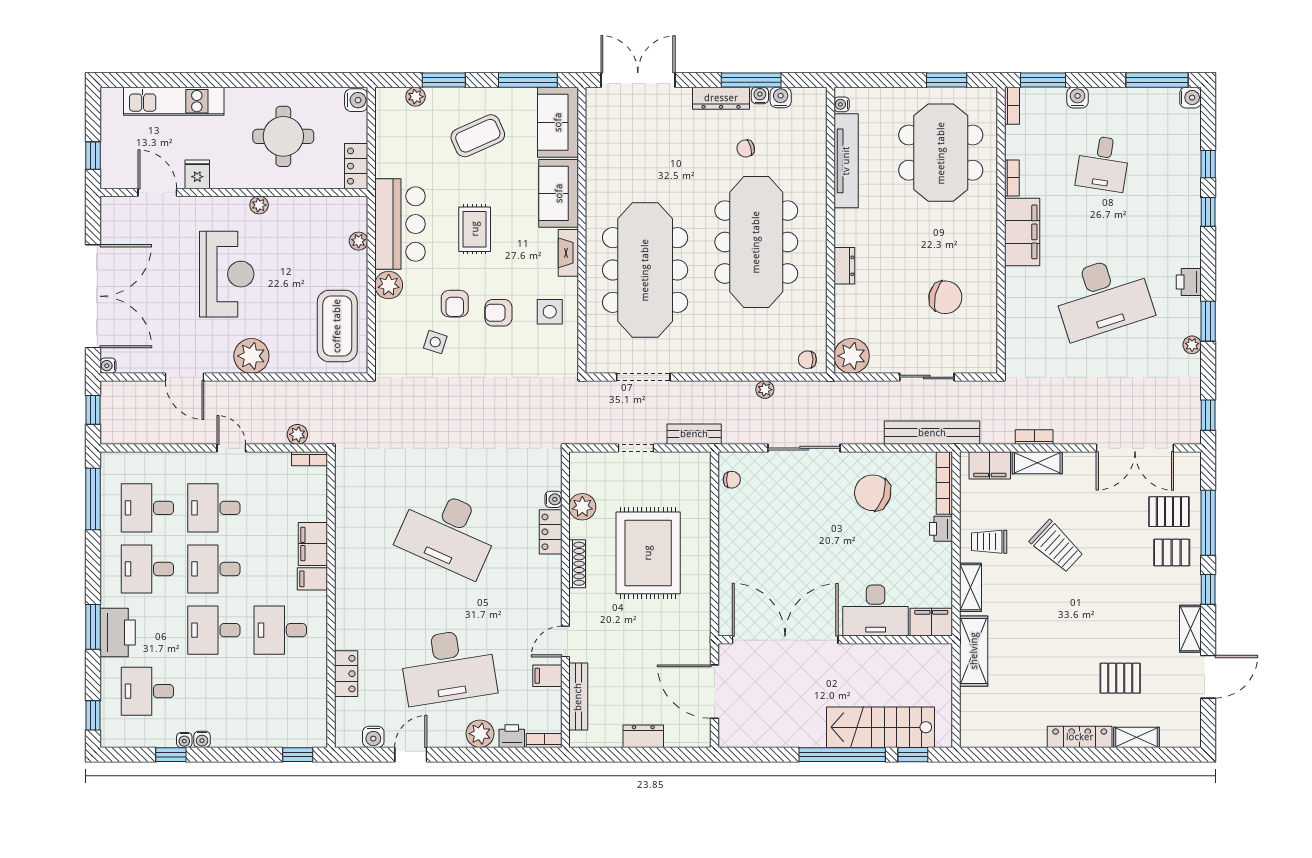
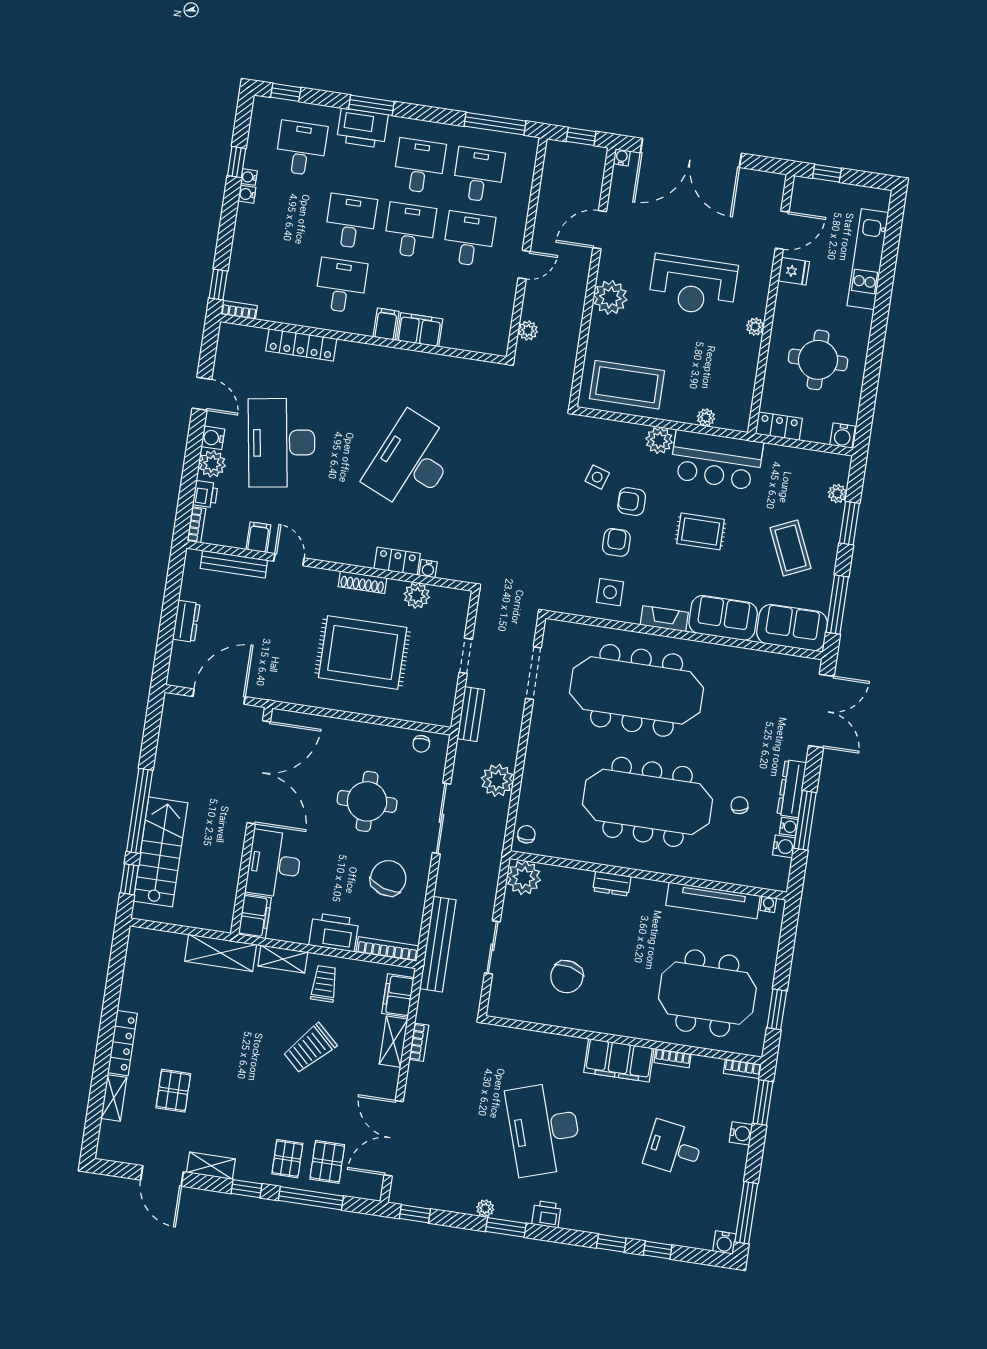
plant: (765, 390) -> (497, 780), width x1.88, depth x1.88
bookcase: (310, 459) -> (239, 310), moved, turned 90
round table: (798, 526) -> (367, 801), added
printer: (941, 529) -> (334, 932), width x1.87, depth x1.48
locker: (346, 674) -> (301, 345), width x1.53
water cooler: (373, 737) -> (213, 438), moved

